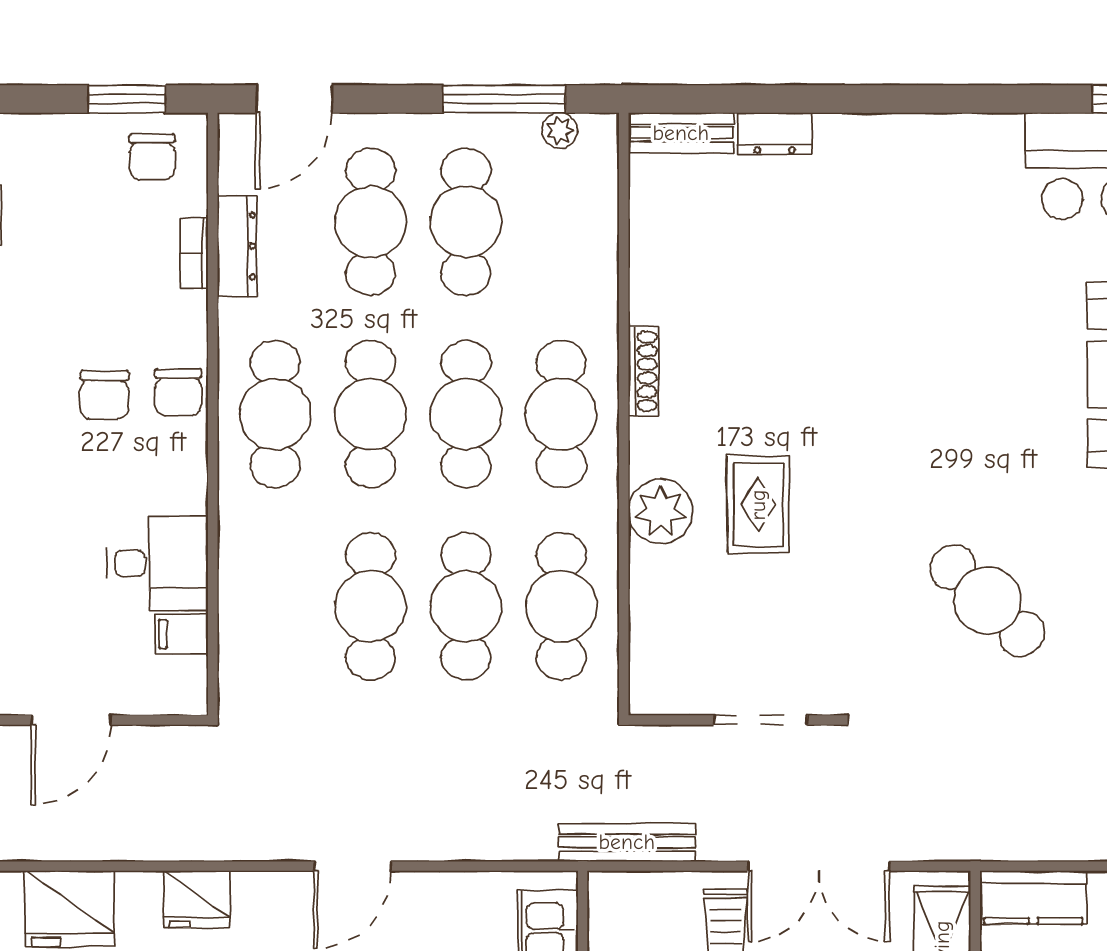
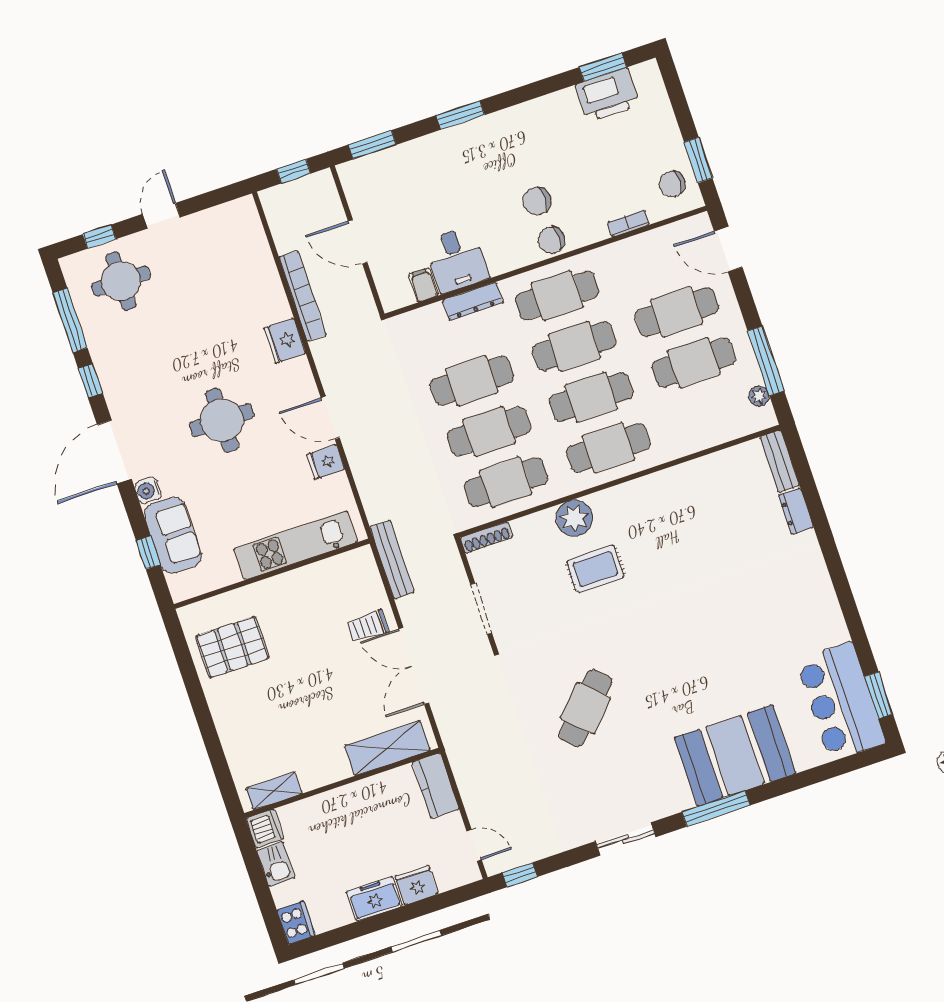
dresser: (237, 246) -> (473, 301), moved
shoe rack: (643, 371) -> (486, 538), moved
bookcase: (131, 843) -> (303, 296), added
fridge: (69, 909) -> (326, 462), moved, width x0.53, depth x0.75

